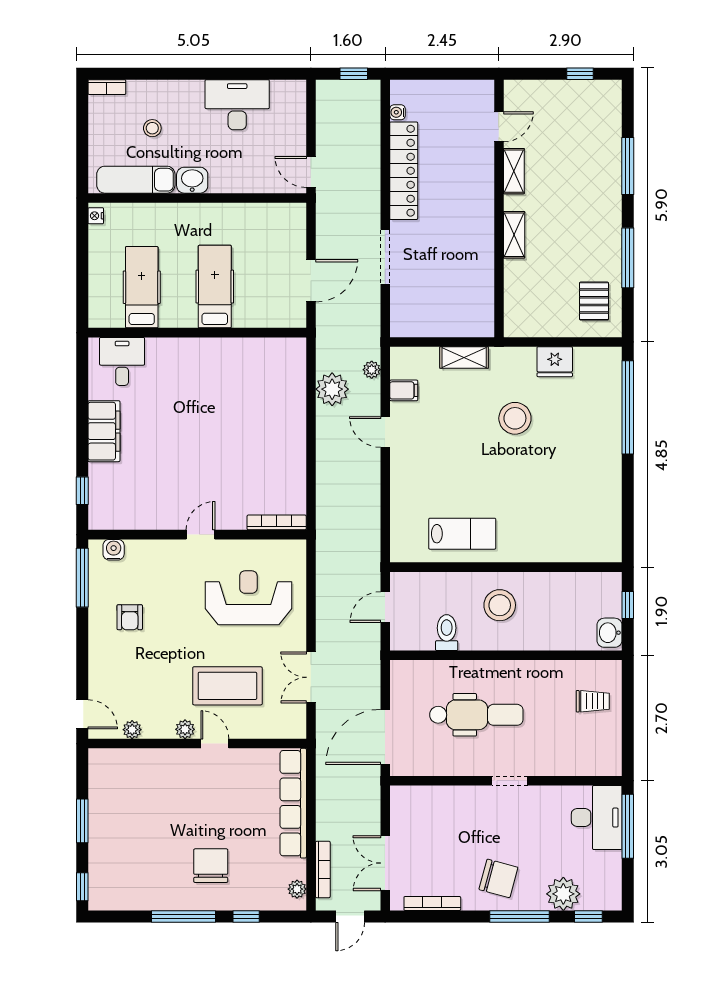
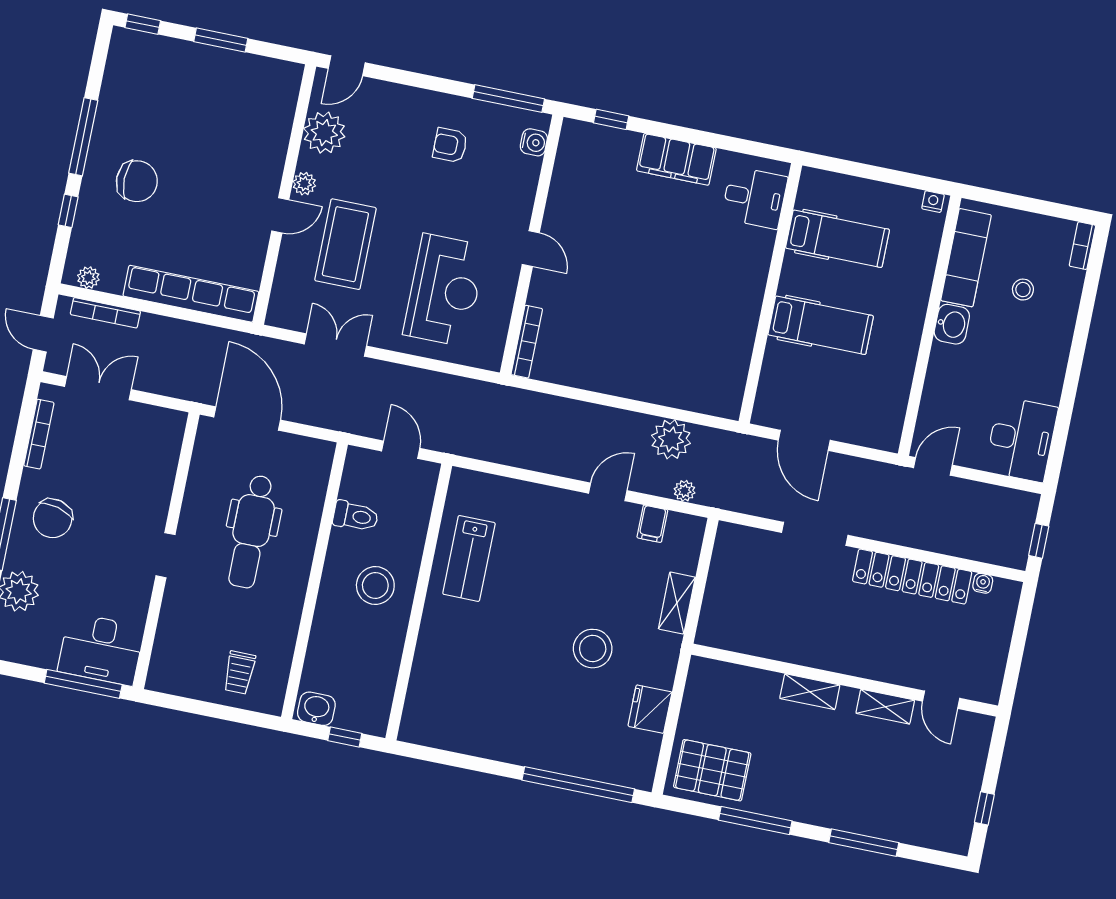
desk: (237, 105) -> (1021, 439), moved
pallet: (594, 301) -> (712, 770), width x1.50, depth x1.42
plant: (132, 730) -> (324, 133), width x1.87, depth x1.87

